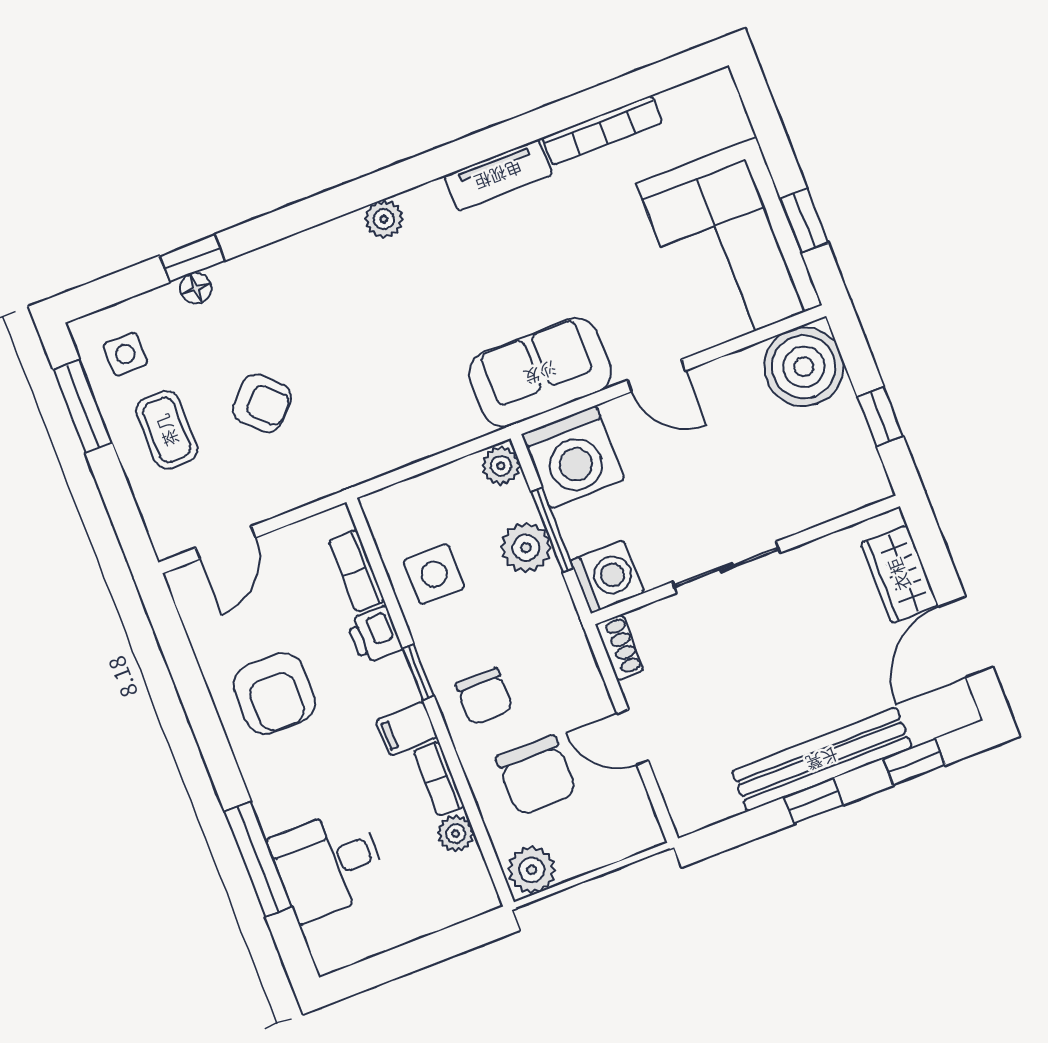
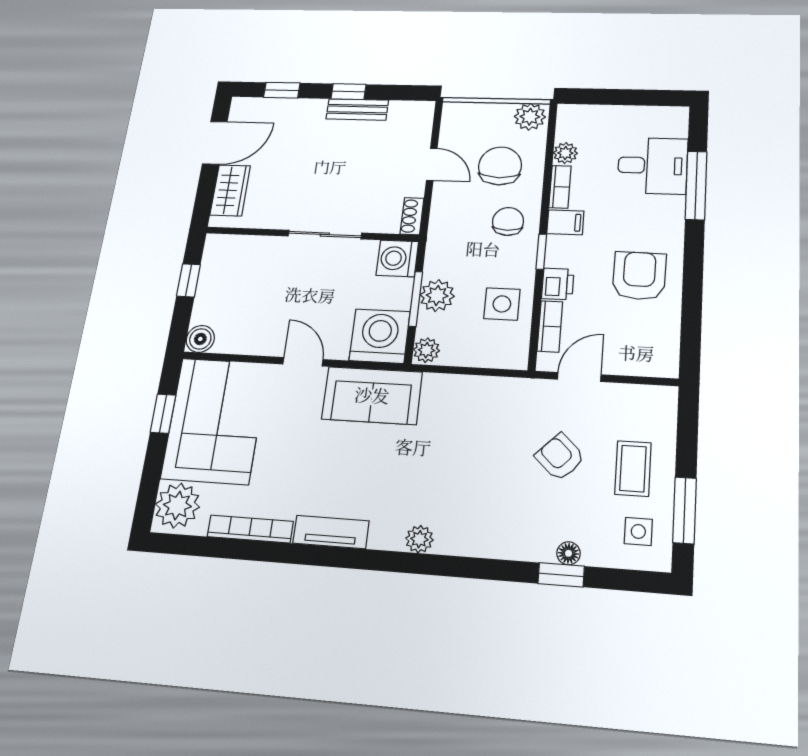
plant: (713, 114) -> (177, 505), added
boiler: (804, 367) -> (200, 339), width x0.54, depth x0.54
door: (226, 543) -> (579, 377), moved
bench: (822, 759) -> (357, 109), width x0.54, depth x0.82

